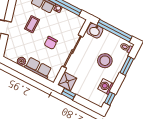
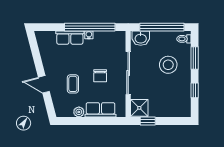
coffee table: (32, 24) -> (73, 84), moved
washing machine: (106, 86) -> (184, 92), removed
window: (110, 99) -> (195, 90), moved

